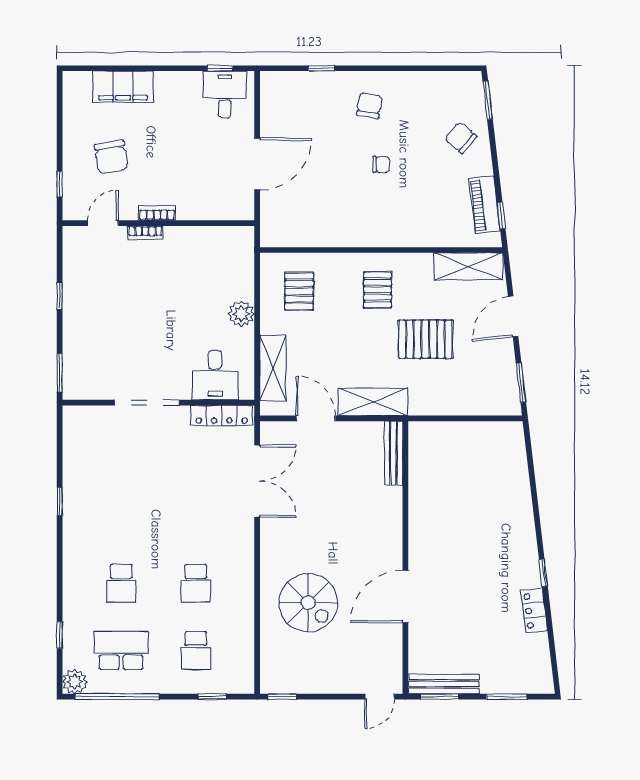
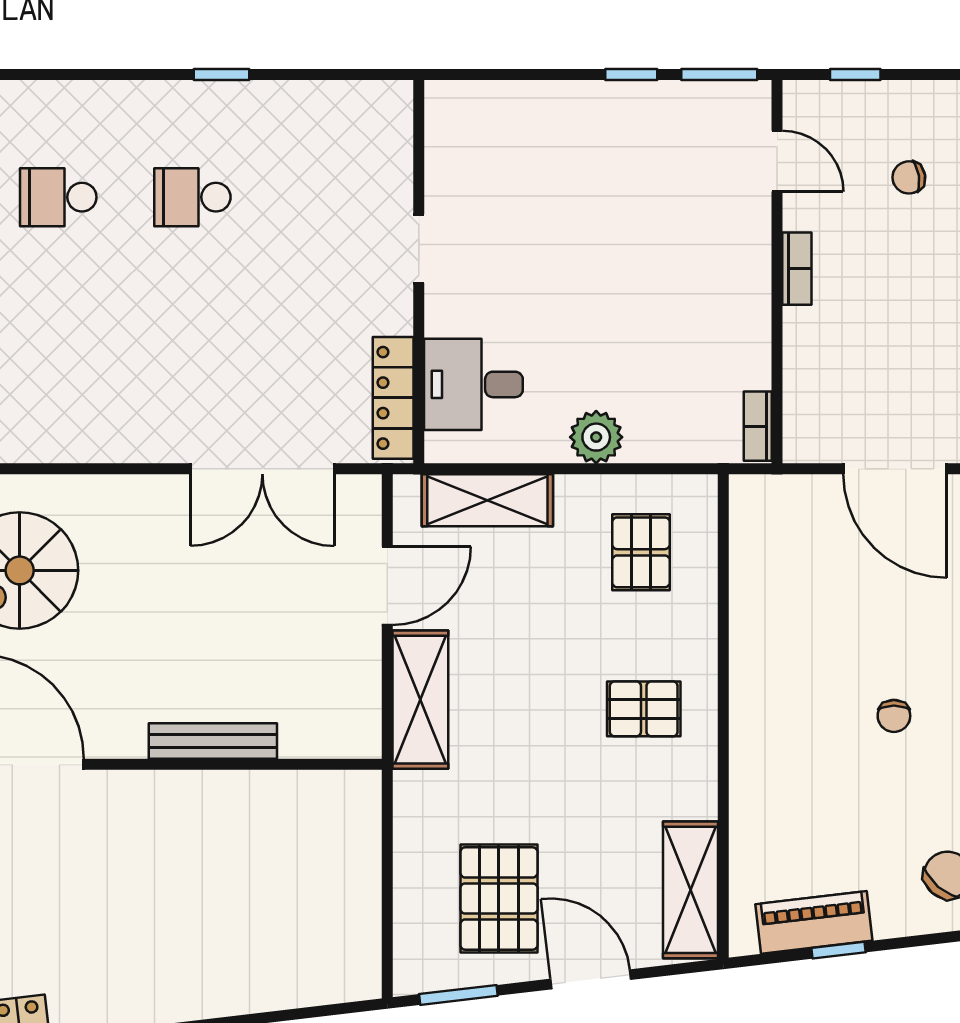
chair: (111, 157) -> (909, 177), width x0.54, depth x0.54
window: (501, 216) -> (838, 950), moved
bookcase: (145, 233) -> (758, 426), moved
pallet: (299, 291) -> (641, 552), turned 90
pallet: (425, 339) -> (499, 899), moved
window: (60, 373) -> (719, 75), moved
doorway: (147, 403) -> (419, 249), width x0.53
bench: (394, 453) -> (213, 741), moved
school desk: (196, 583) -> (192, 197), moved

